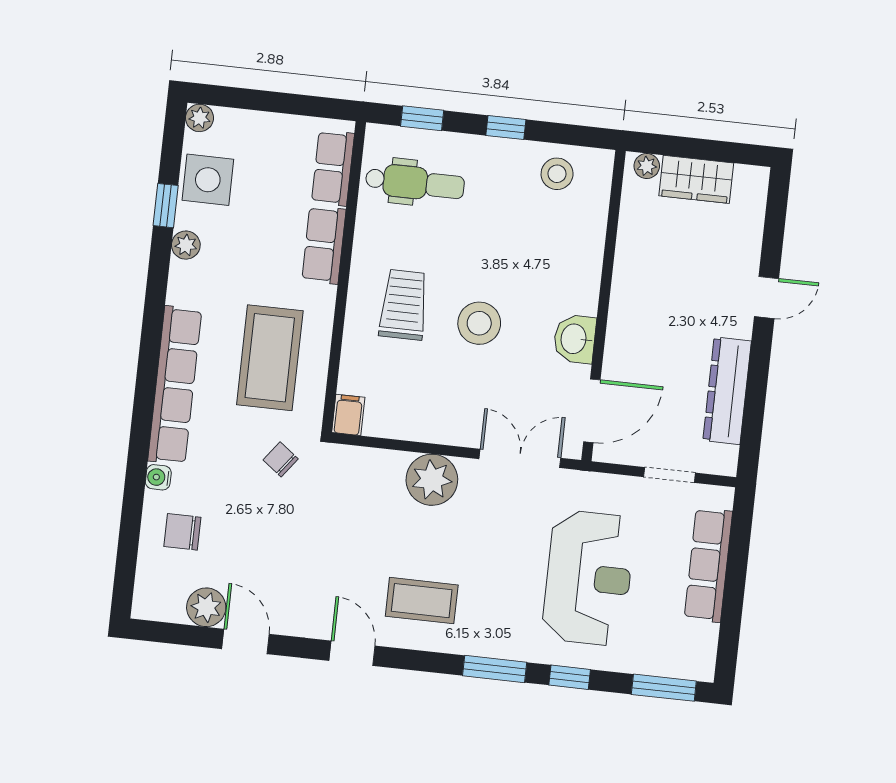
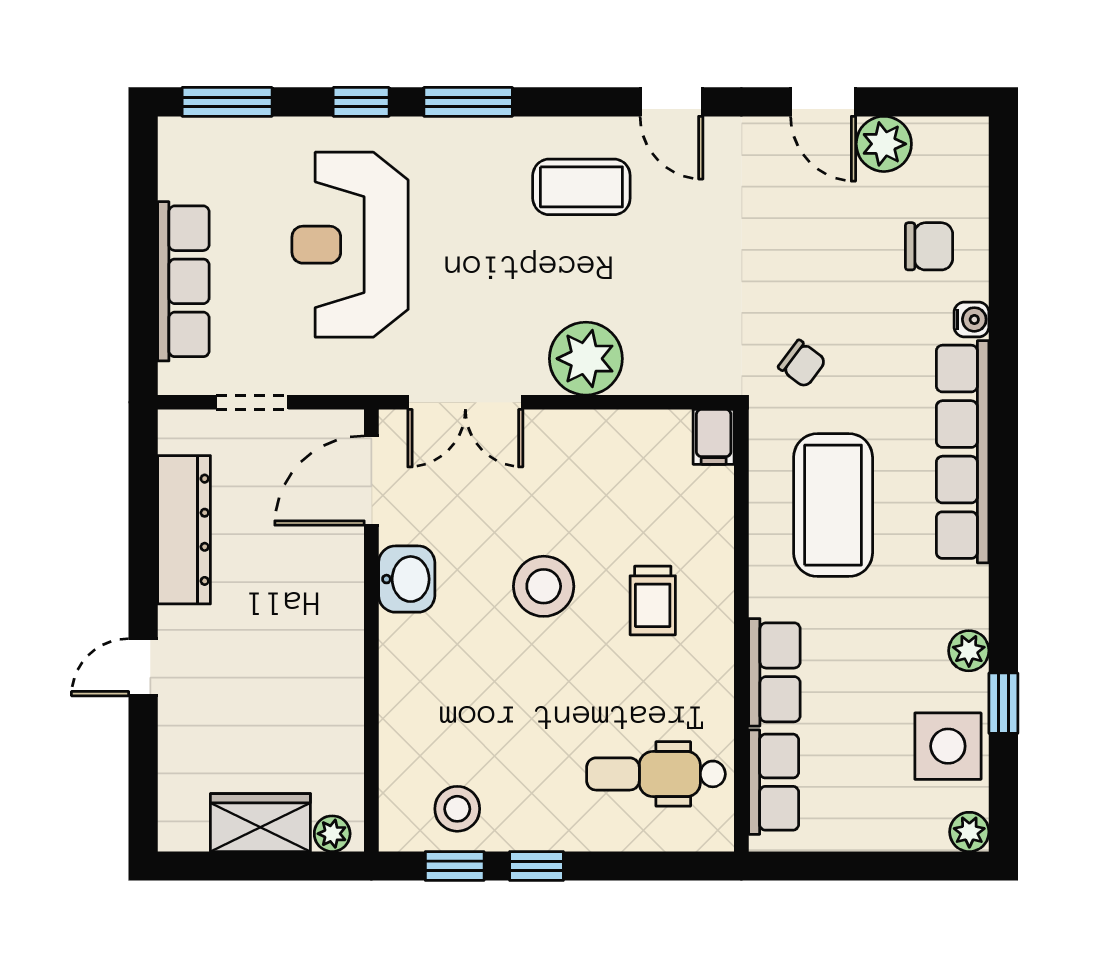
window: (422, 118) -> (455, 866), moved
trolley: (404, 305) -> (653, 600), width x0.73, depth x0.72

